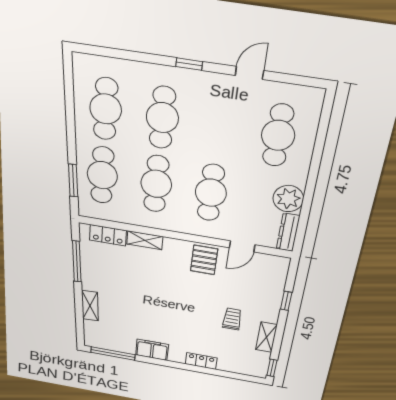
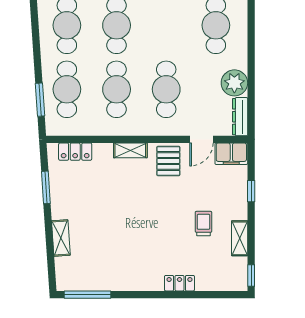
shelving: (145, 240) -> (130, 150), moved
window: (77, 261) -> (46, 187), width x0.69
filing cabinet: (152, 350) -> (231, 154), moved, turned 180

